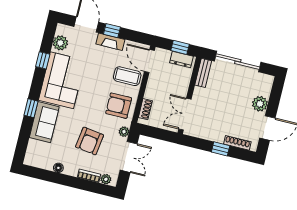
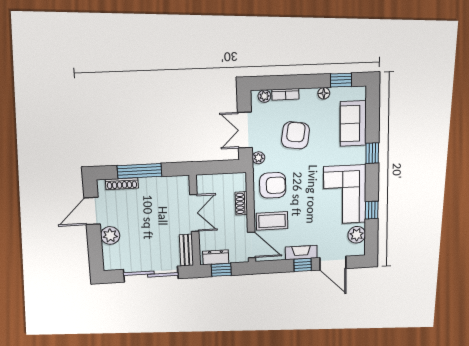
shoe rack: (145, 109) -> (241, 203), moved
double door: (185, 114) -> (194, 213), moved
sofa: (44, 122) -> (353, 124), moved
window: (221, 149) -> (139, 171), width x2.17
window: (42, 174) -> (341, 80), added

